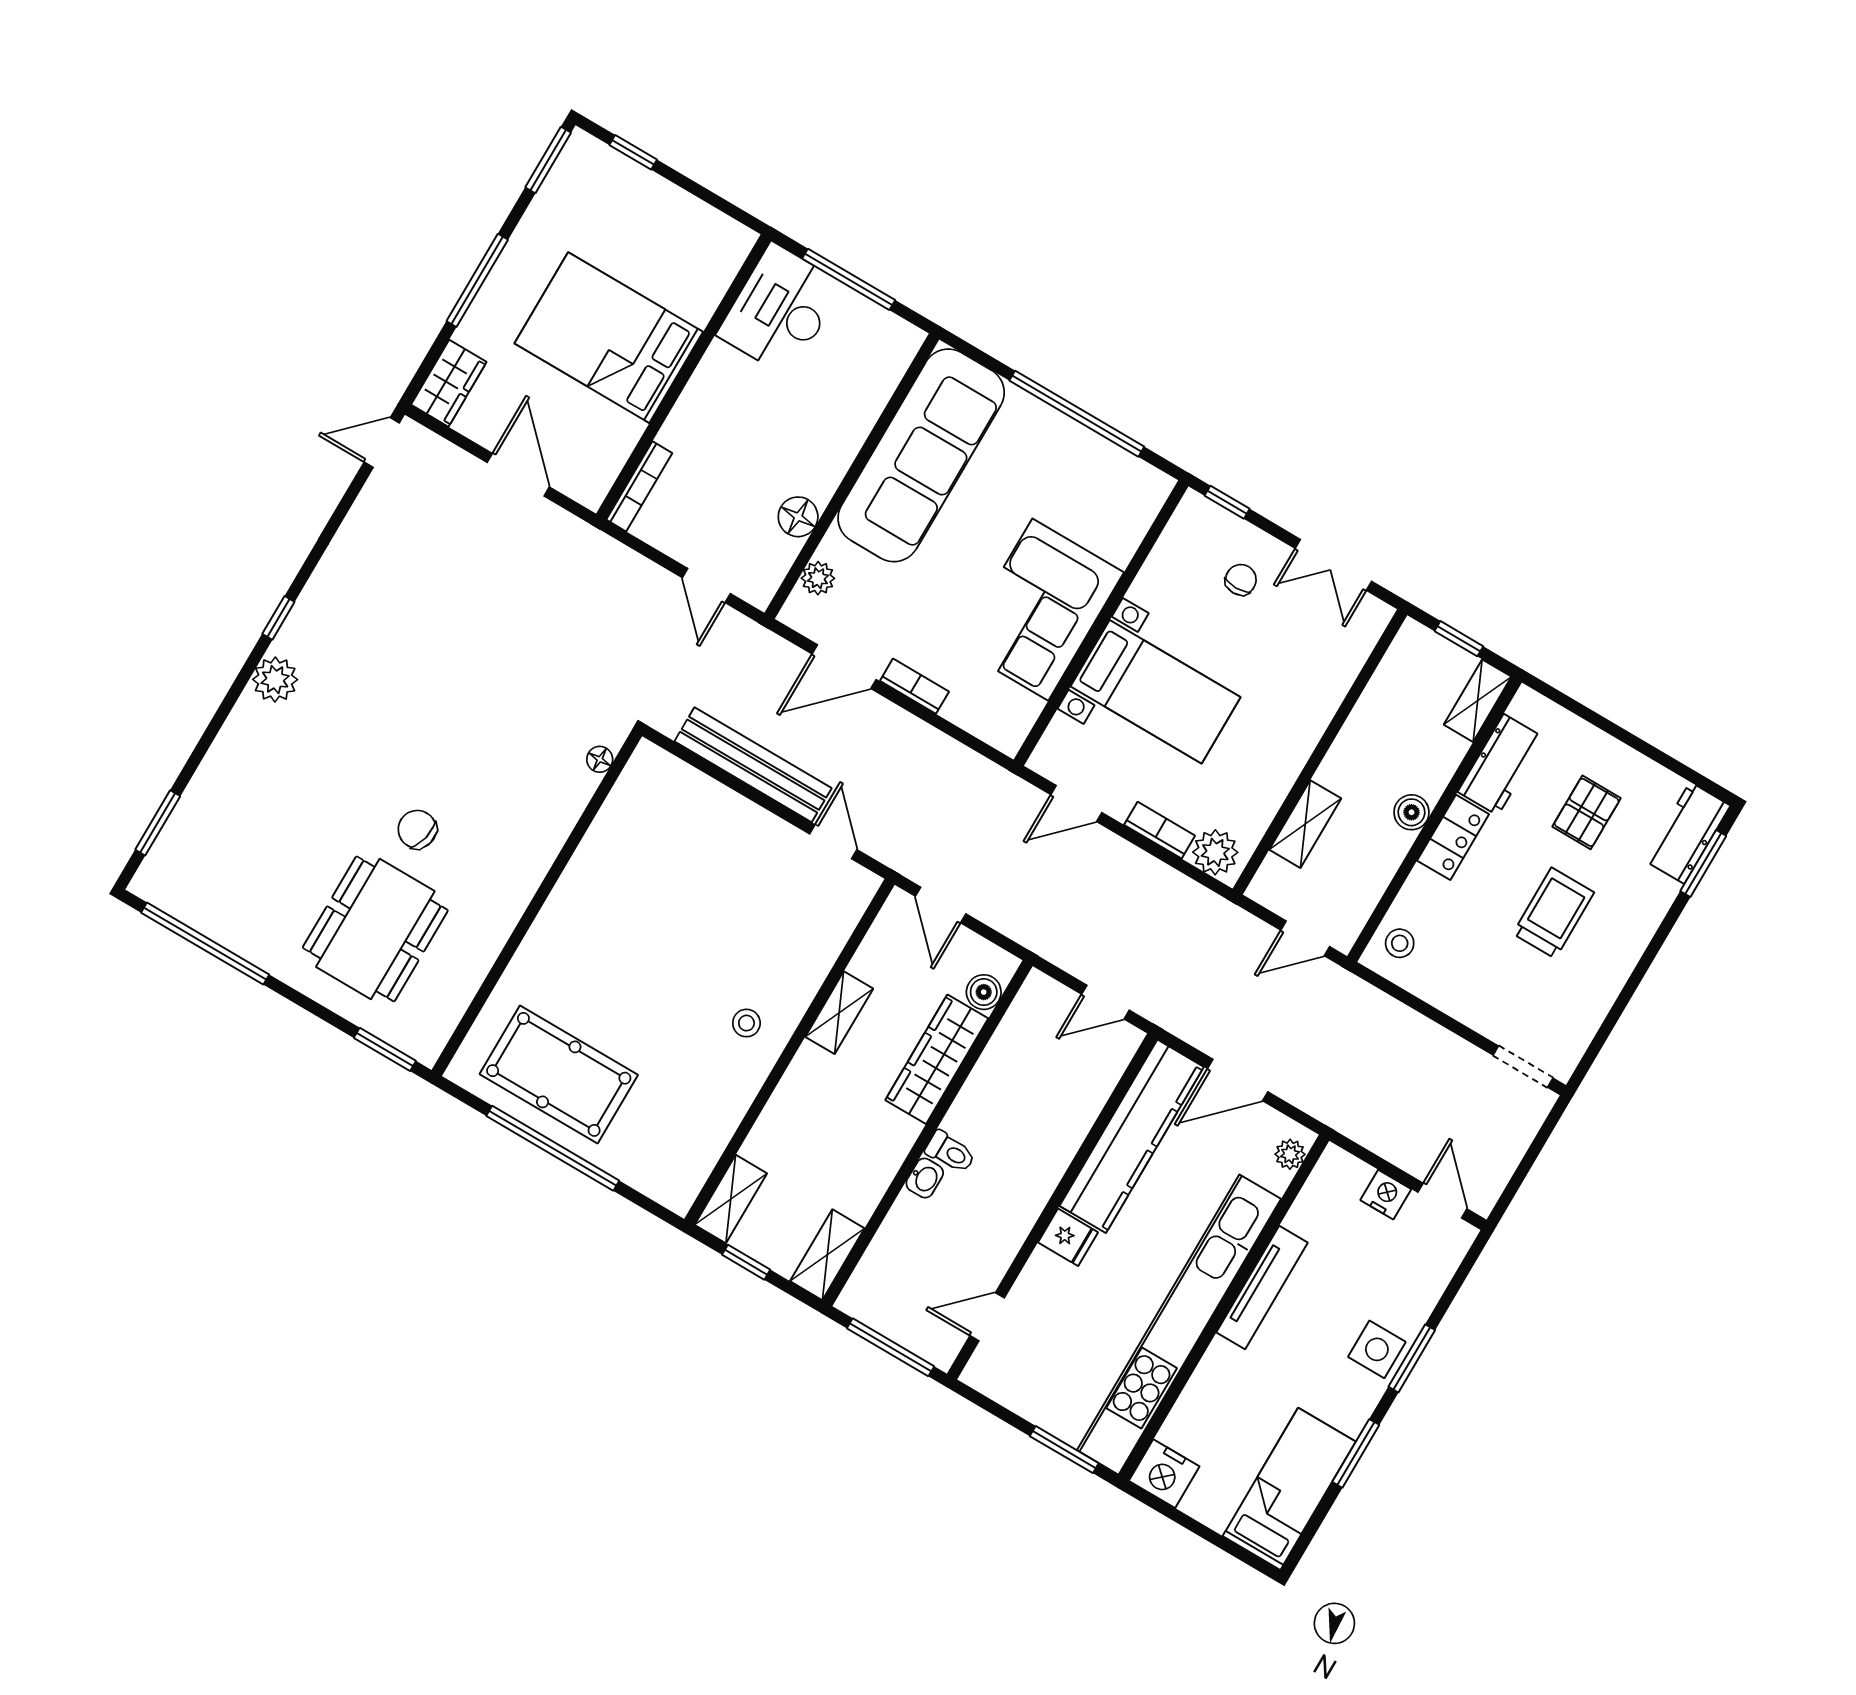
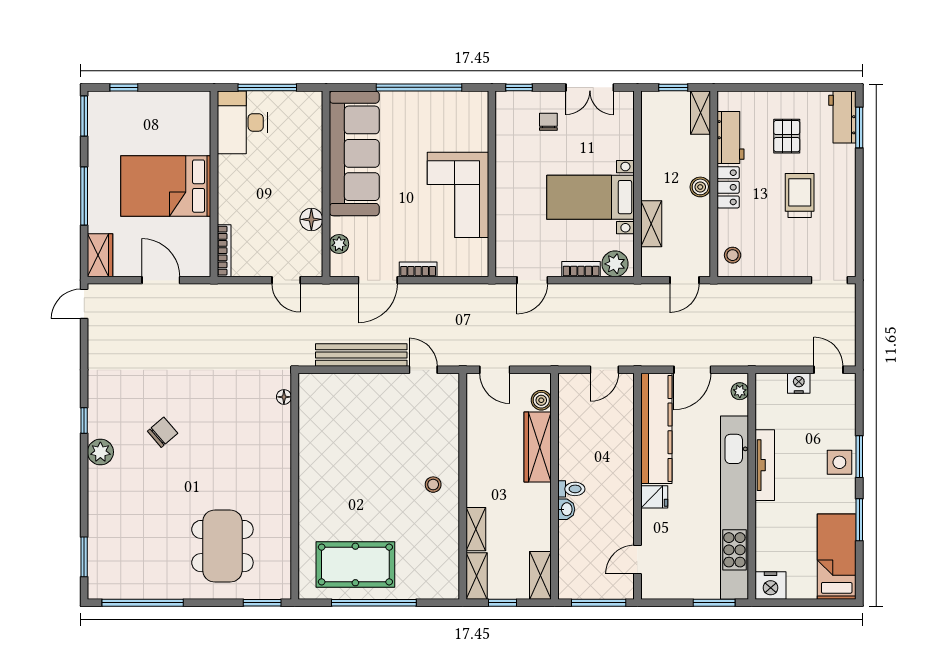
bed with nightstands: (1156, 692) -> (591, 197), moved, turned 180
chair: (417, 829) -> (163, 432), moved, turned 126
shelving: (839, 1013) -> (476, 529), moved

